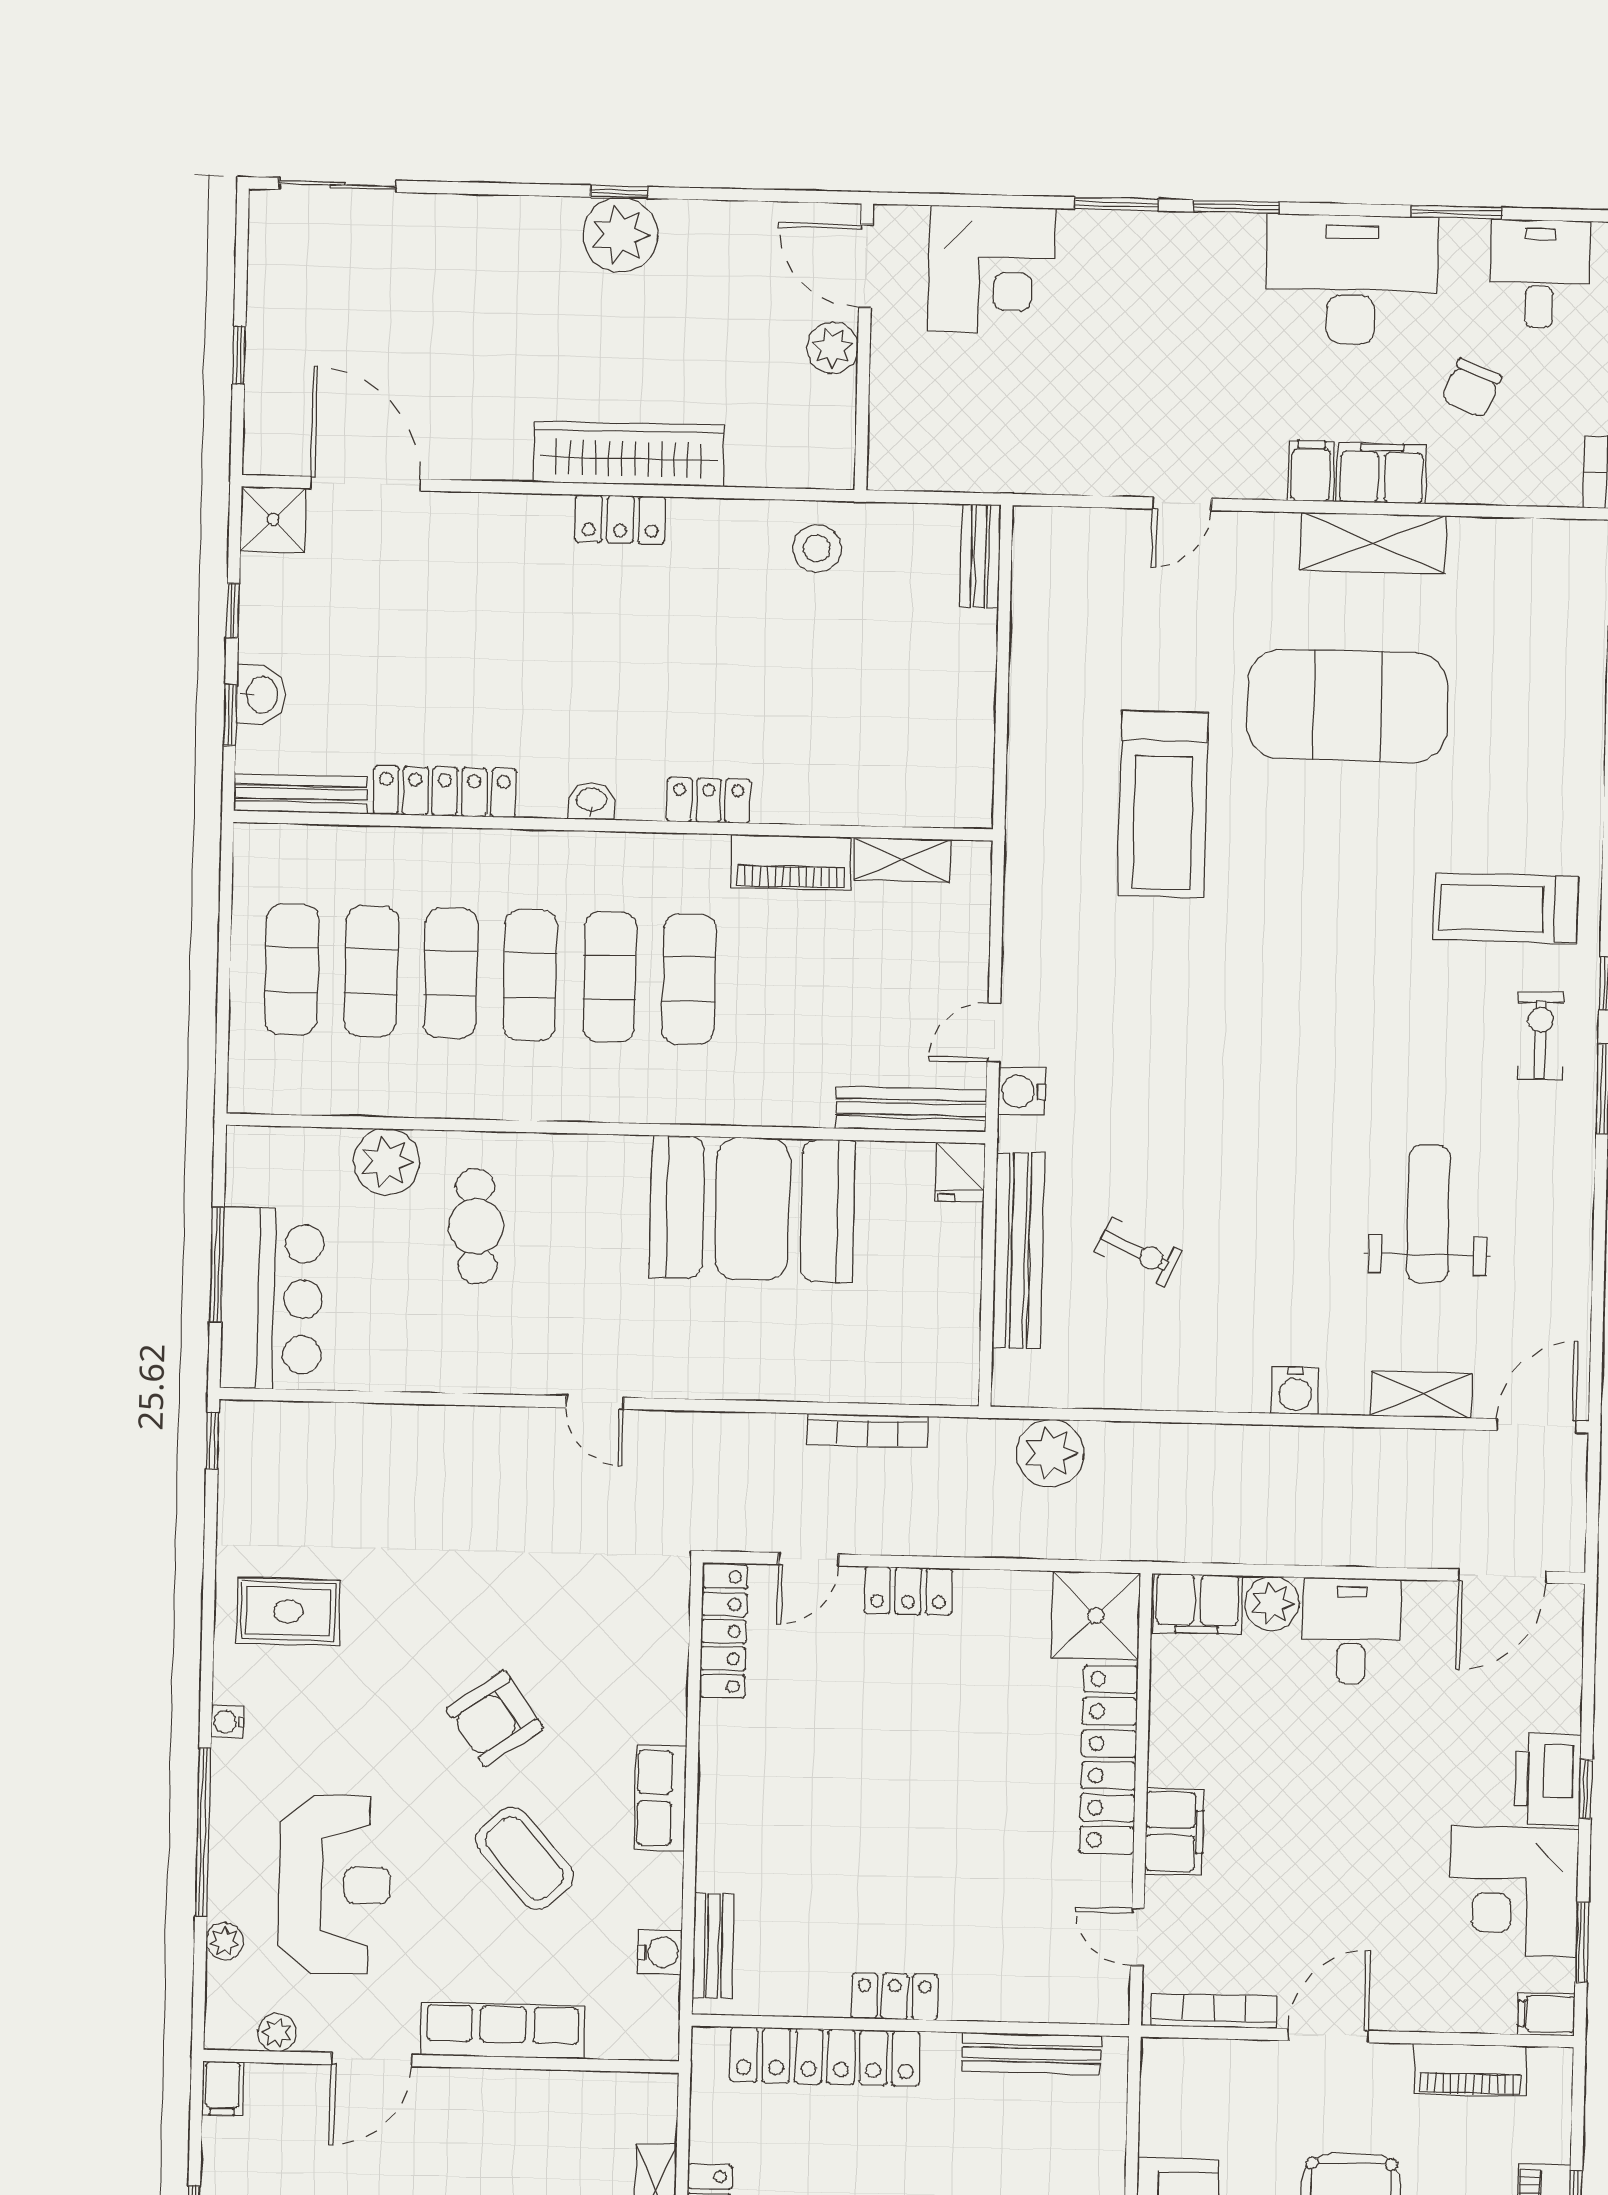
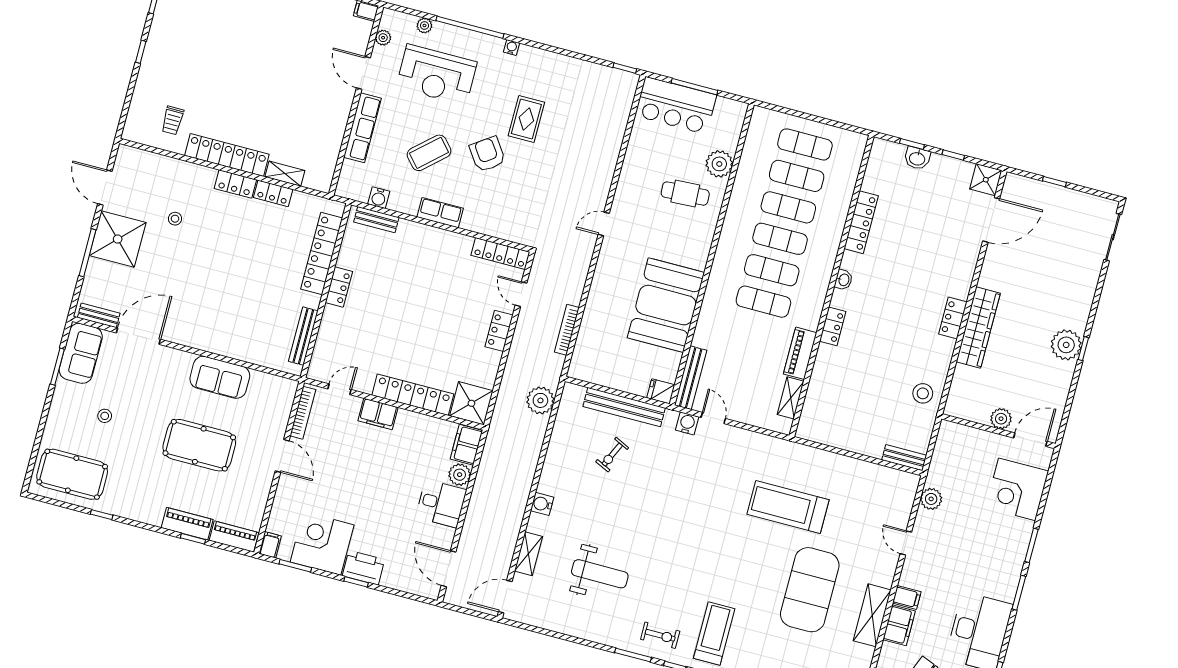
plant: (1063, 469) -> (931, 499), added
bench: (301, 794) -> (874, 165), removed
door: (1536, 1426) -> (505, 597), swing flipped
rug: (288, 1611) -> (526, 119), moved
piano: (1470, 2070) -> (234, 537), moved, turned 90

